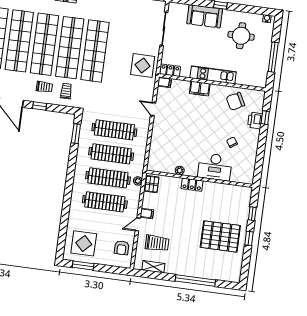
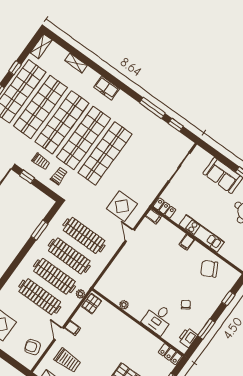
display table: (143, 65) -> (122, 206), moved
filing cabinet: (200, 89) -> (187, 242), width x0.50
printer: (255, 120) -> (188, 338), moved
window: (76, 134) -> (40, 230), moved
window: (260, 154) -> (206, 329), added
desk: (215, 167) -> (158, 319), width x0.73
locker: (192, 185) -> (170, 354), moved
door: (138, 224) -> (59, 334), hinge flipped
armchair: (122, 248) -> (33, 347), turned 72

